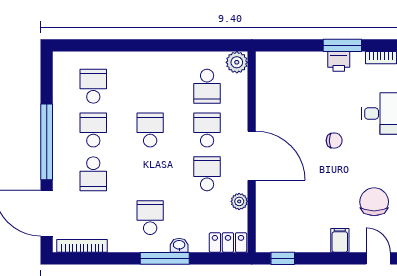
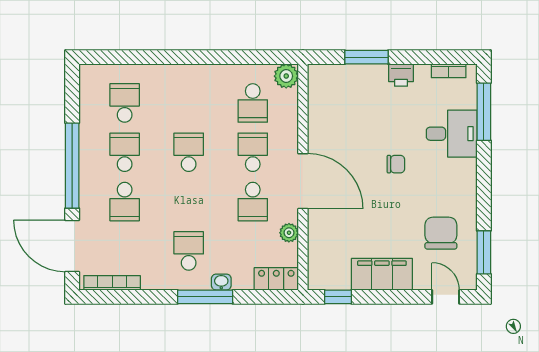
window: (342, 45) -> (366, 57), moved
school desk: (207, 174) -> (253, 202), turned 180
filing cabinet: (340, 240) -> (382, 274), width x3.00, depth x1.17

